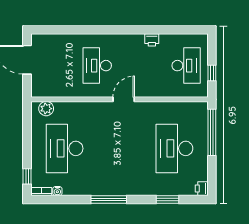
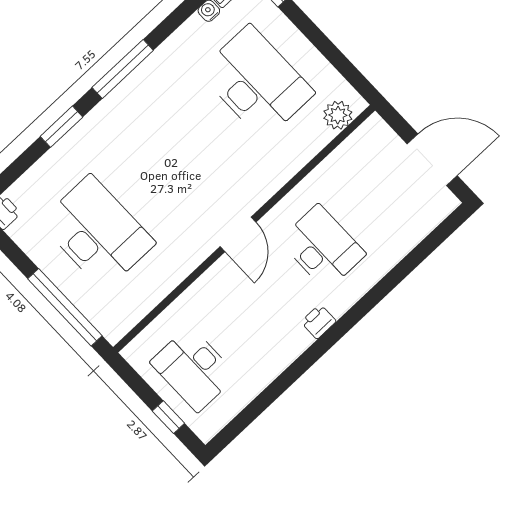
printer: (152, 40) -> (318, 322), moved
window: (212, 73) -> (168, 417), moved
window: (168, 199) -> (61, 127), moved

